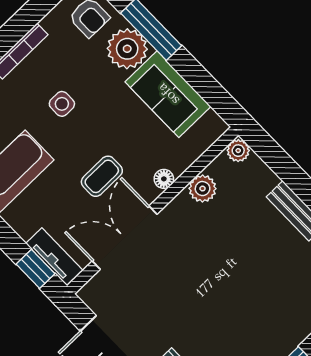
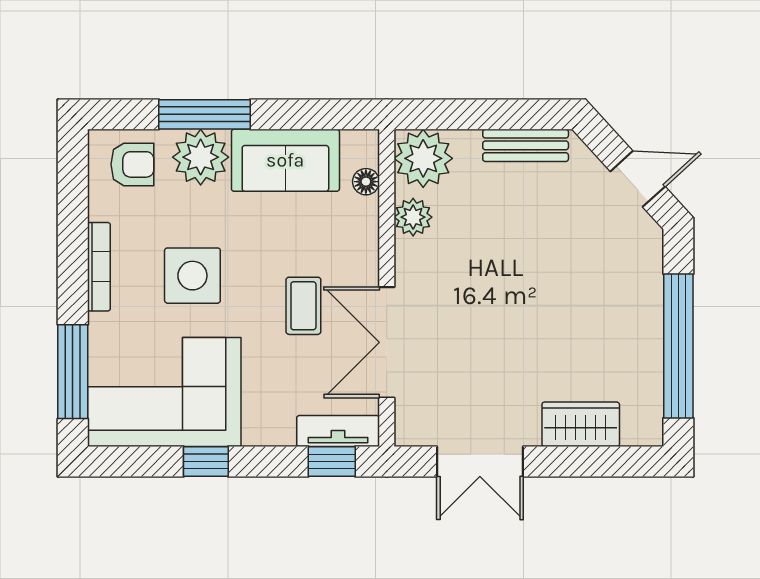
side table: (62, 104) -> (192, 276), width x1.87, depth x1.87
plant: (238, 151) -> (423, 158), width x1.88, depth x1.88
floor lamp: (164, 179) -> (366, 182), moved

